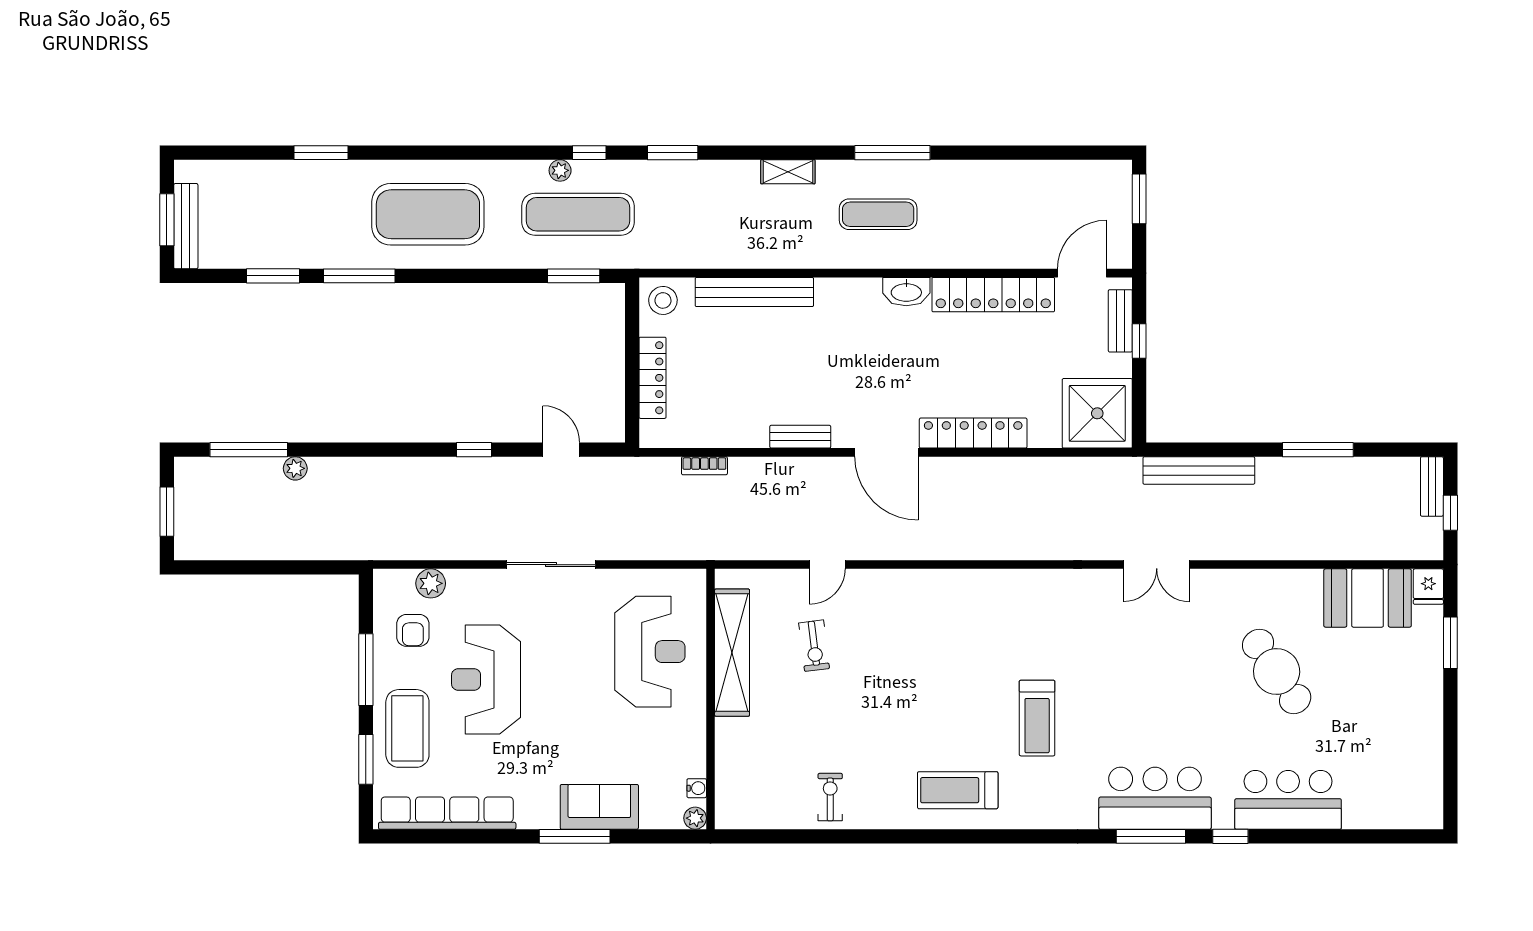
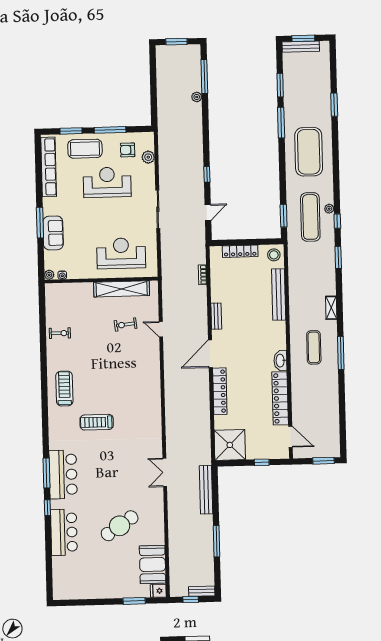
bench: (1120, 321) -> (270, 454), removed
reception desk: (650, 652) -> (121, 253), turned 180

